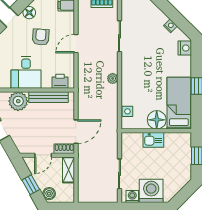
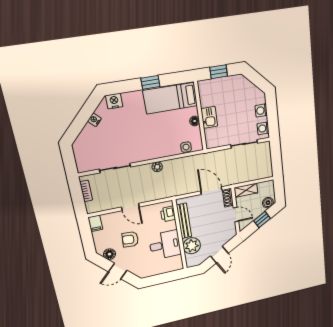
floor lamp: (157, 120) -> (195, 121), width x0.53, depth x0.53
washing machine: (151, 191) -> (261, 110), width x0.53, depth x0.53

